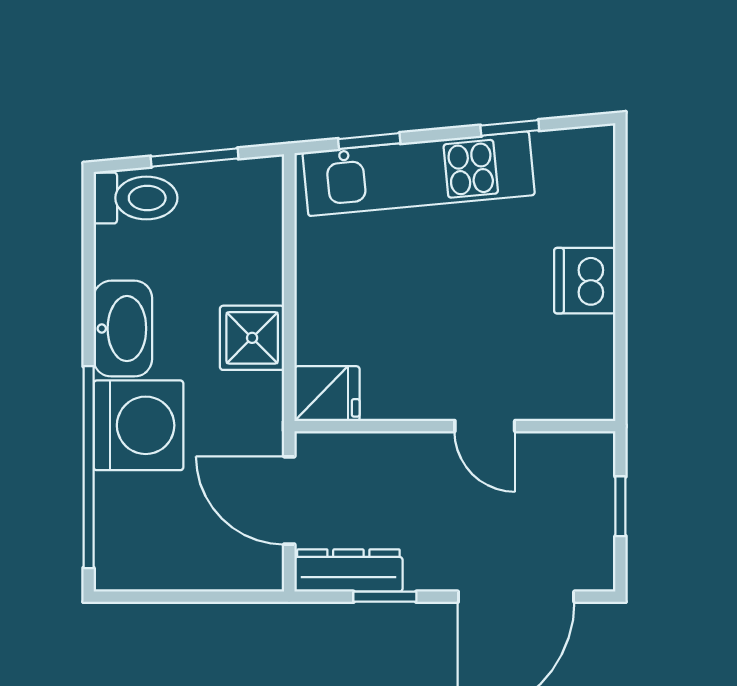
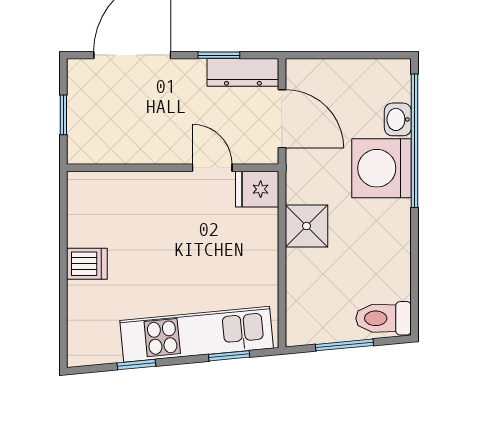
dishwasher: (585, 281) -> (87, 264), width x0.73
washbasin: (123, 329) -> (398, 119), moved, width x0.52, depth x0.69
door: (485, 426) -> (212, 168), moved

